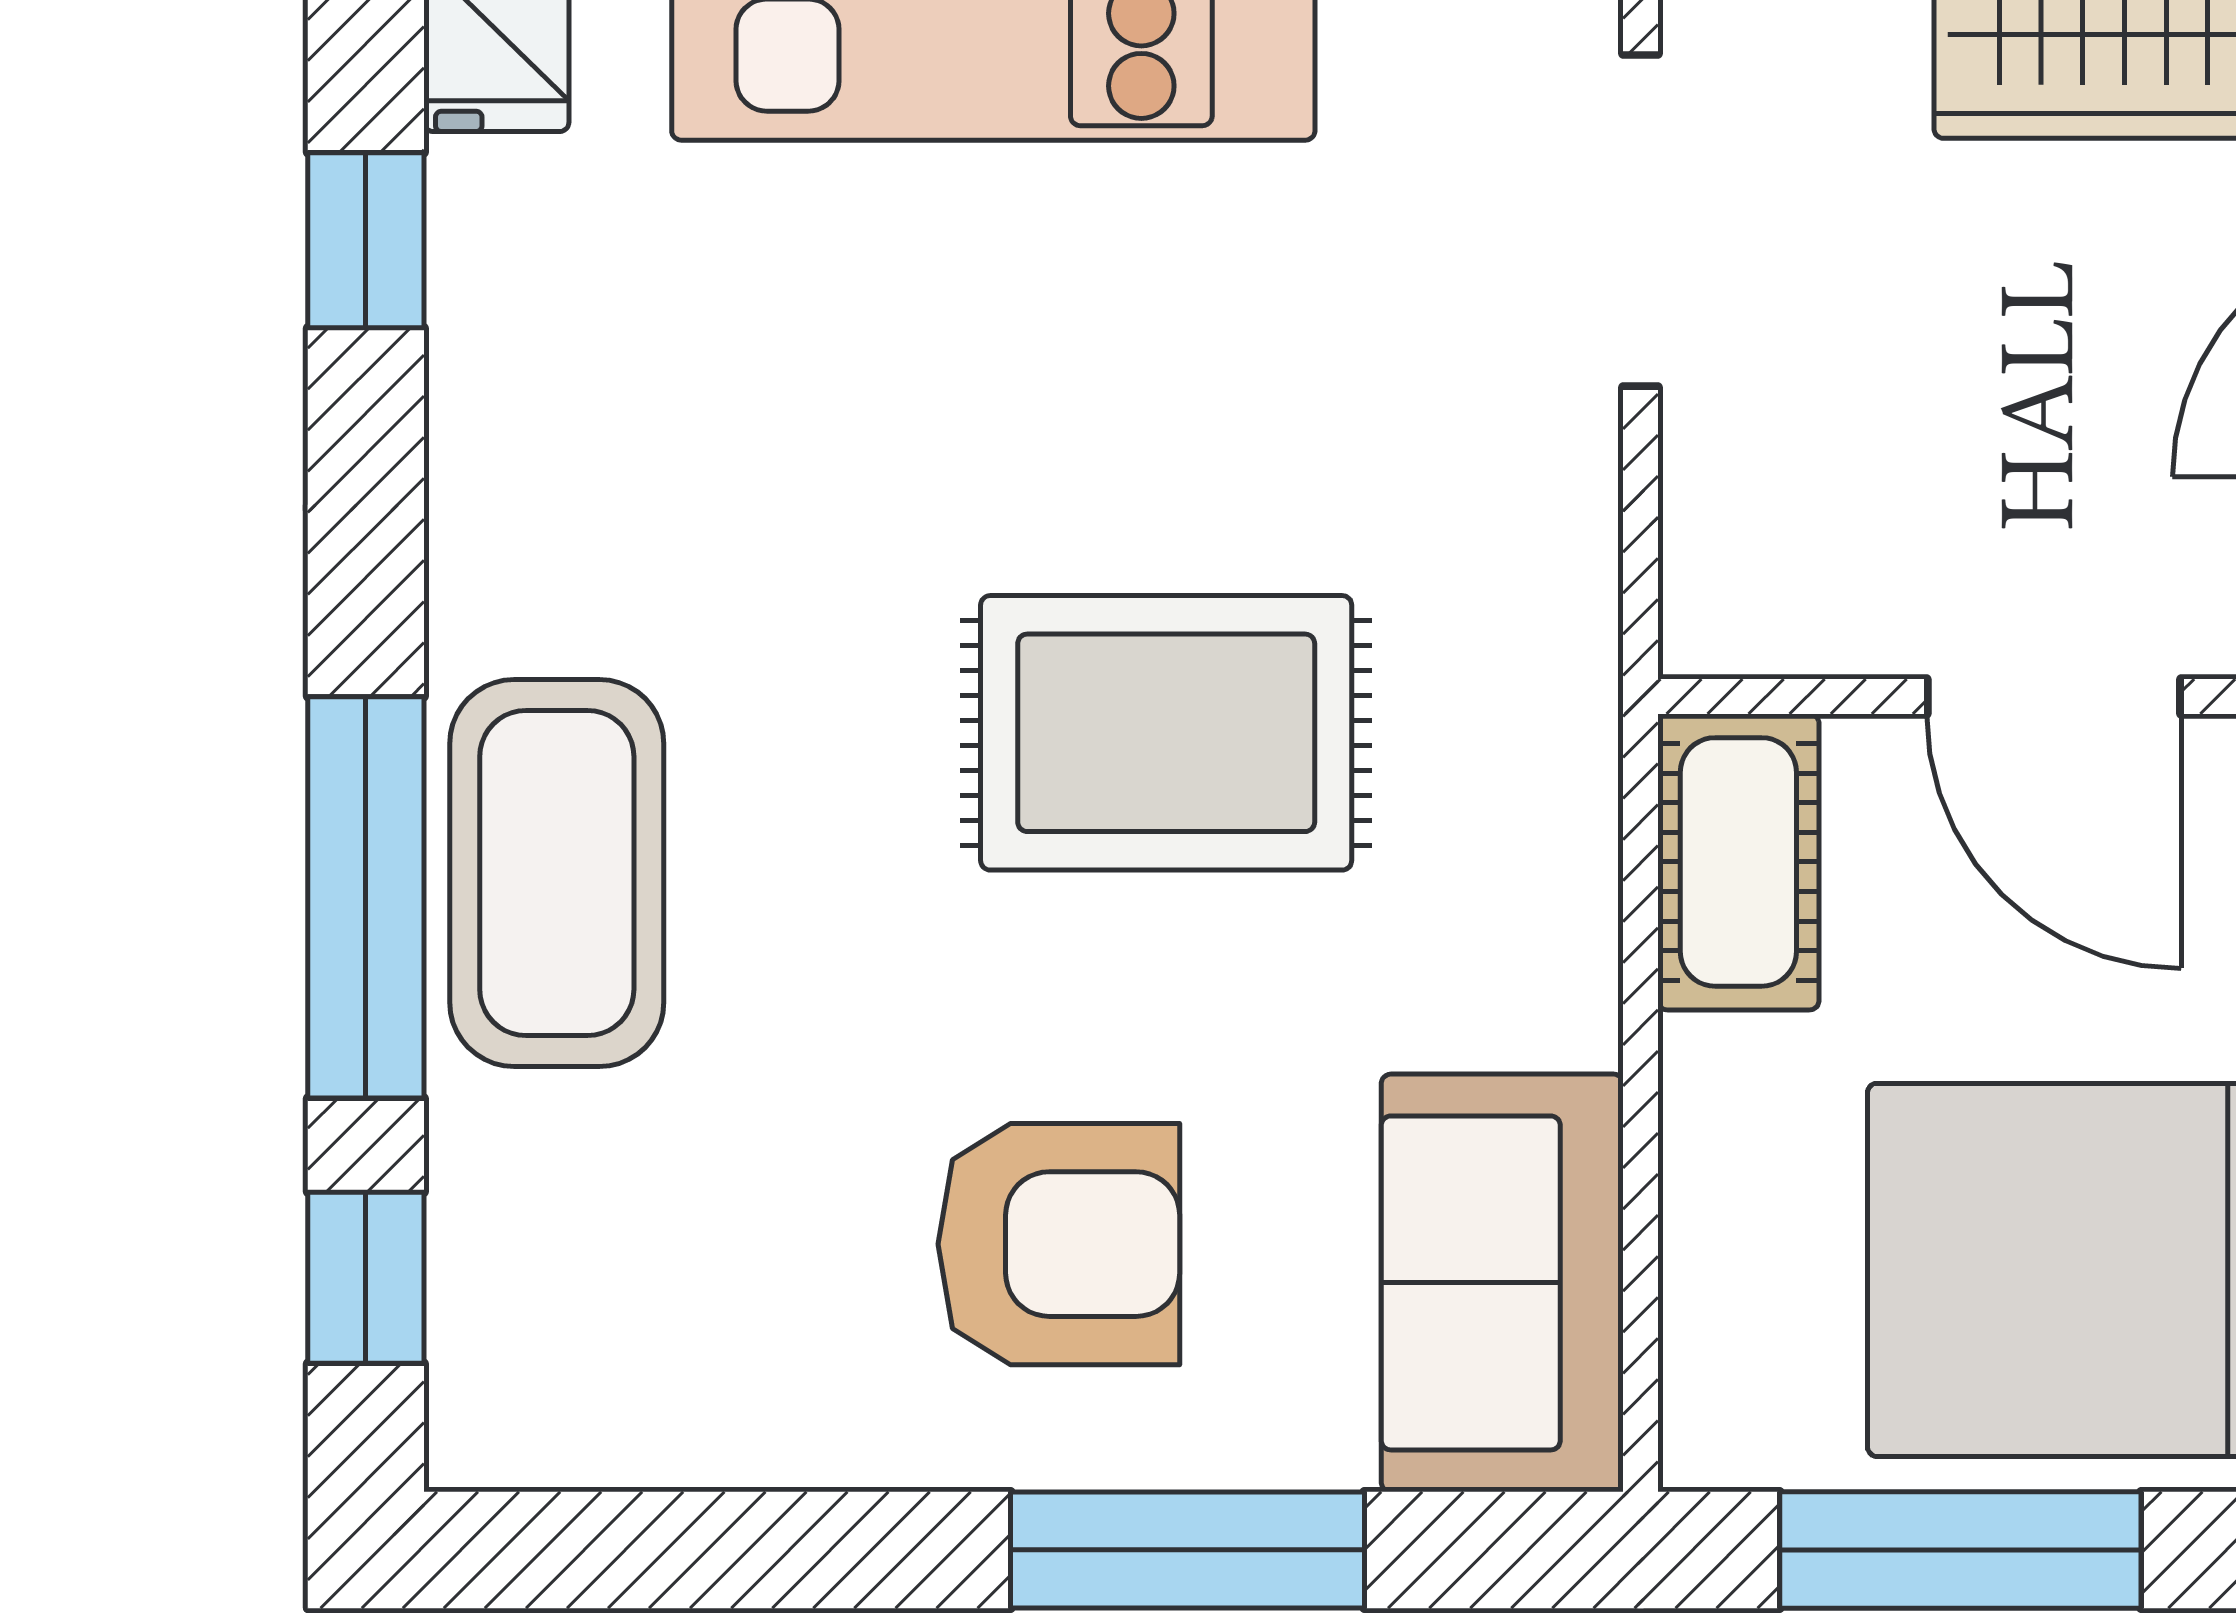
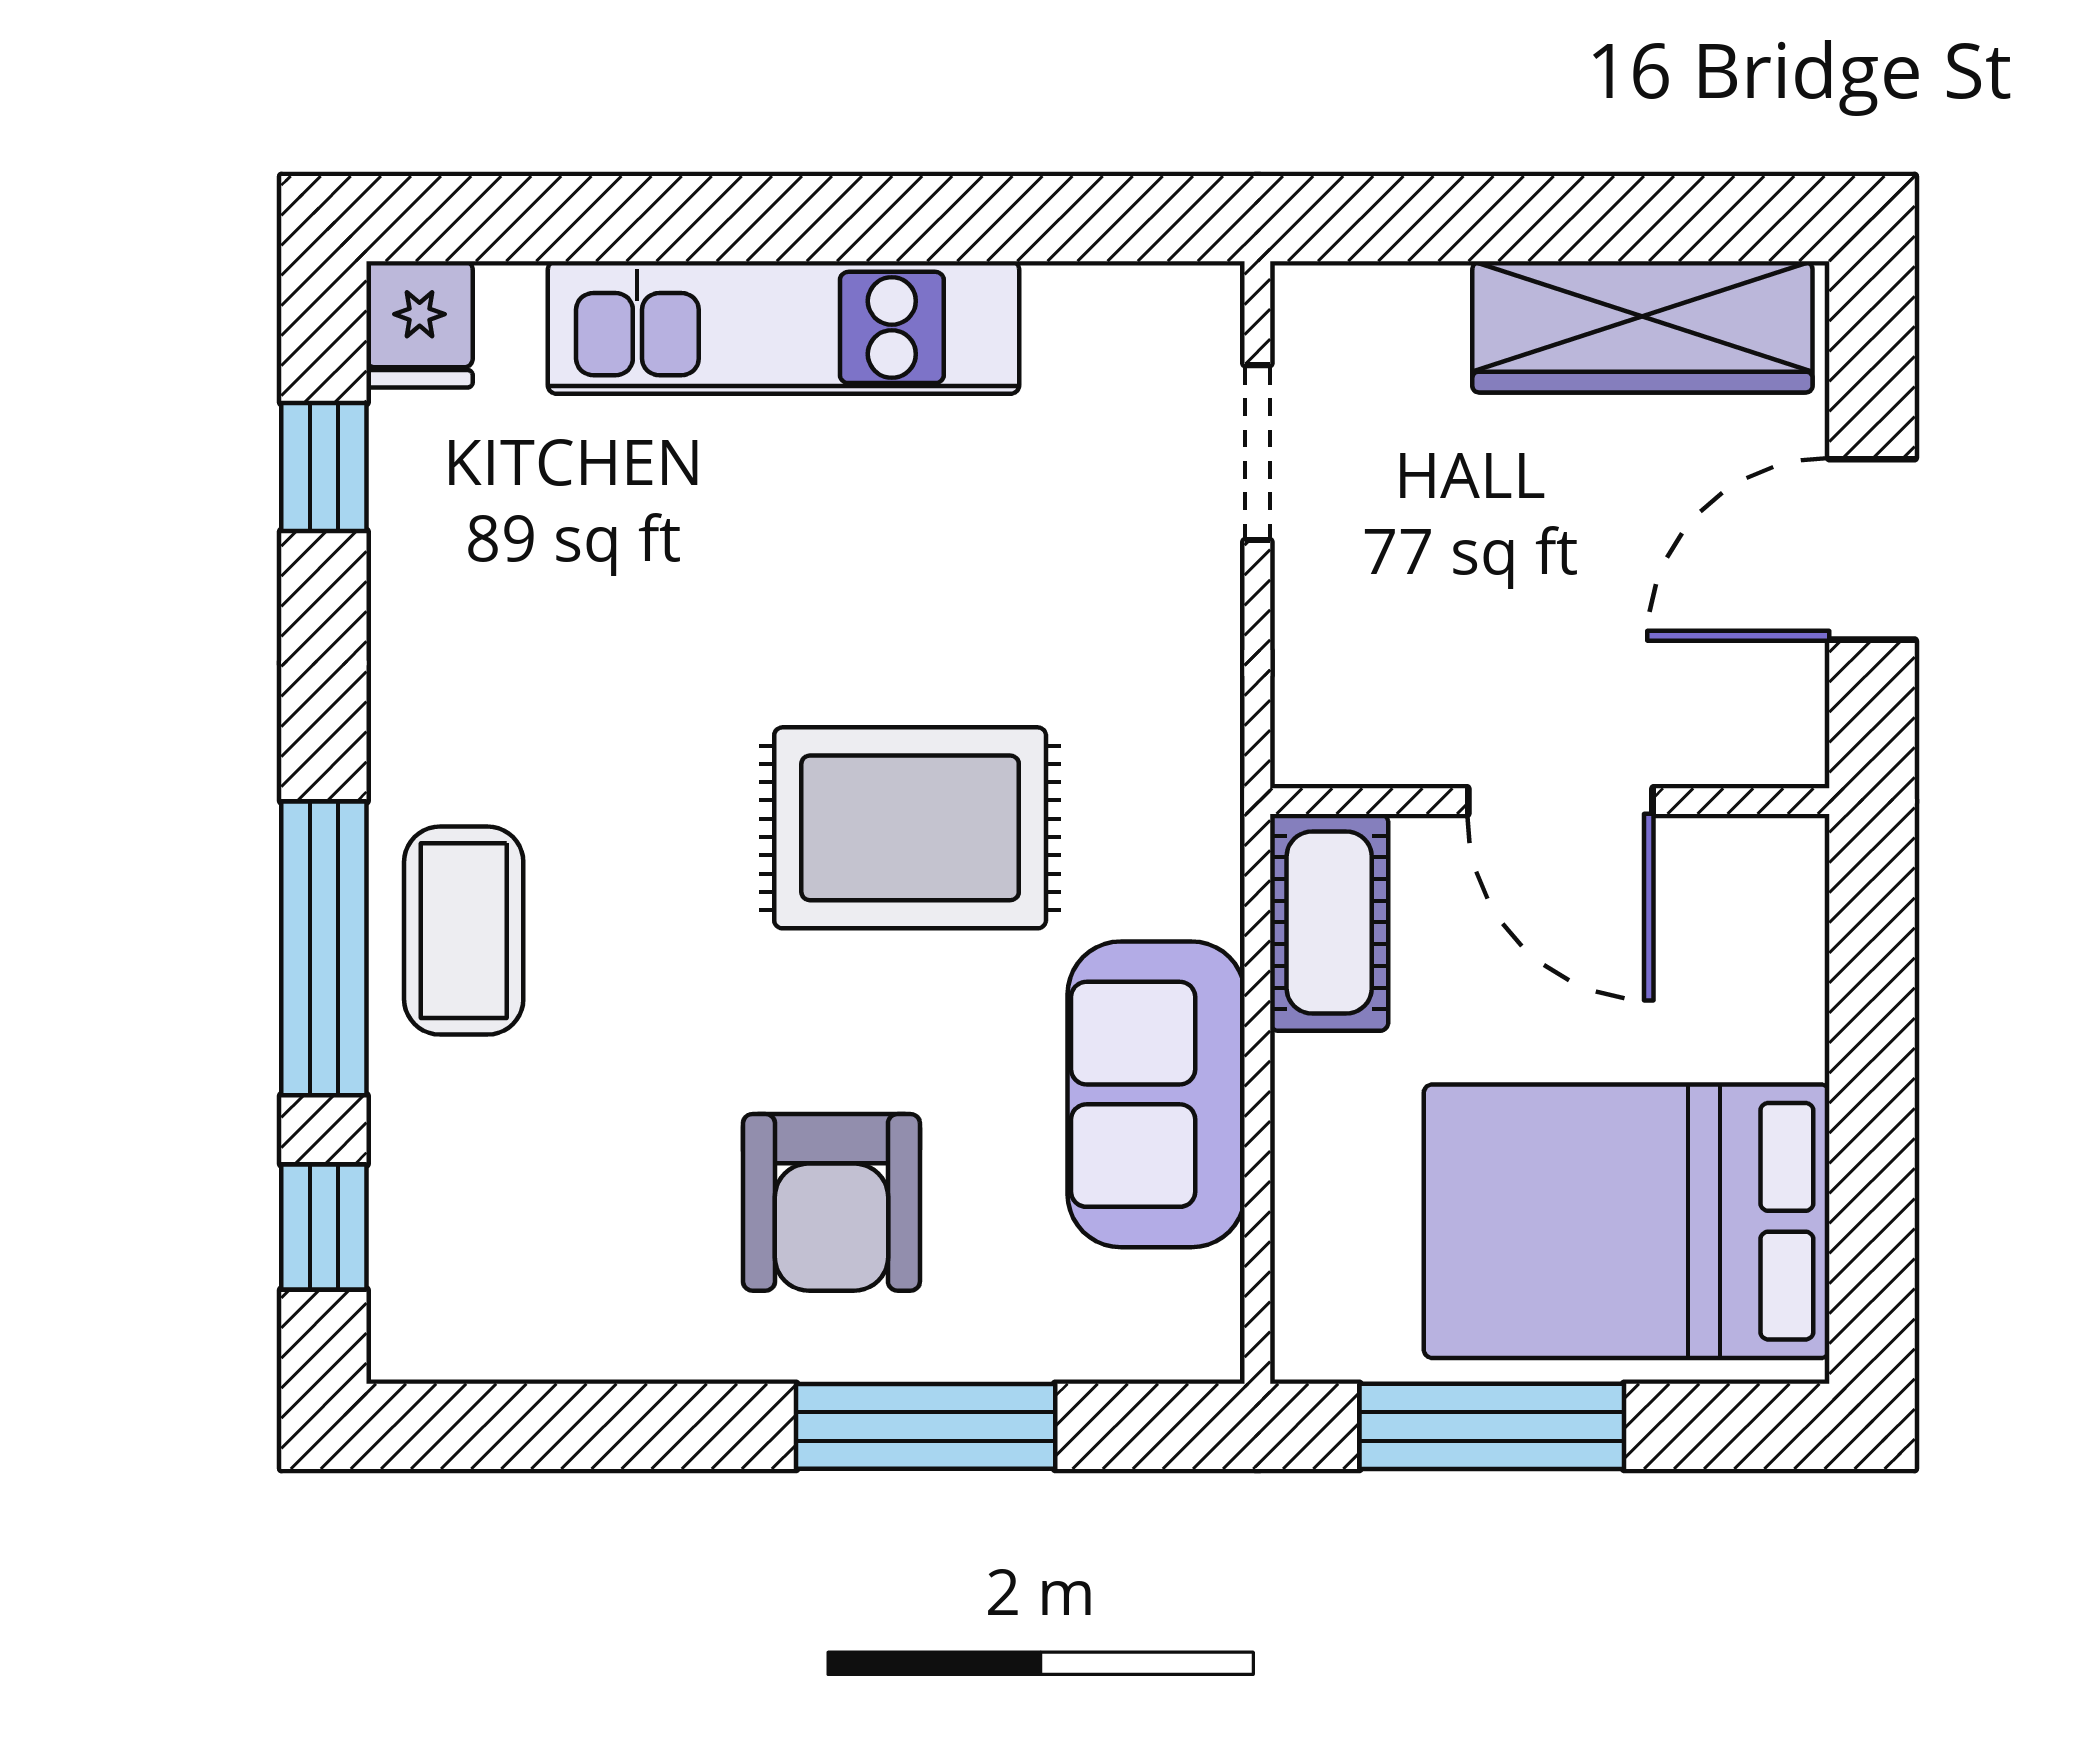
doorway: (1640, 220) -> (1257, 453), width x0.73
coffee table: (557, 873) -> (464, 931), width x0.73, depth x0.76
armchair: (1059, 1244) -> (831, 1202), turned 90
sofa: (1502, 1283) -> (1156, 1094), moved

